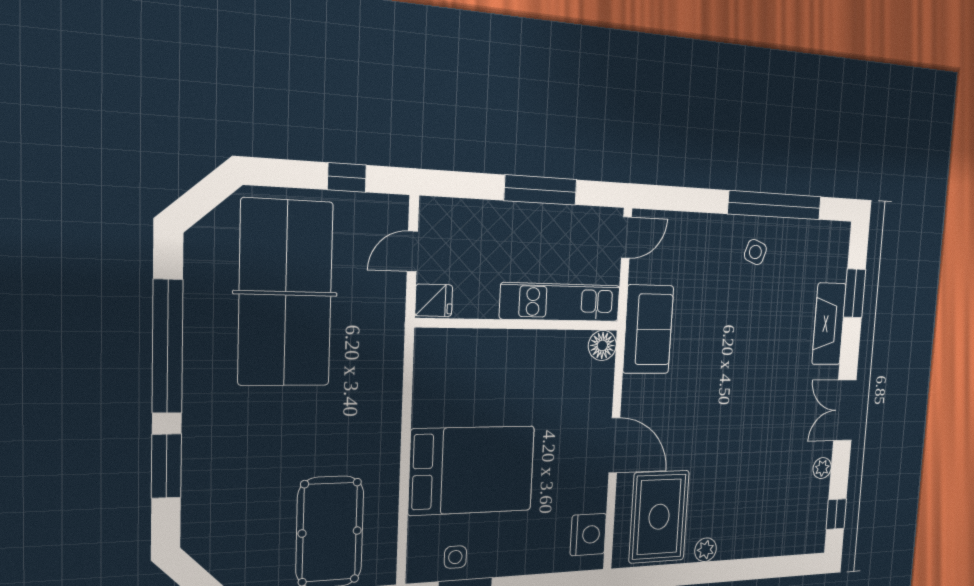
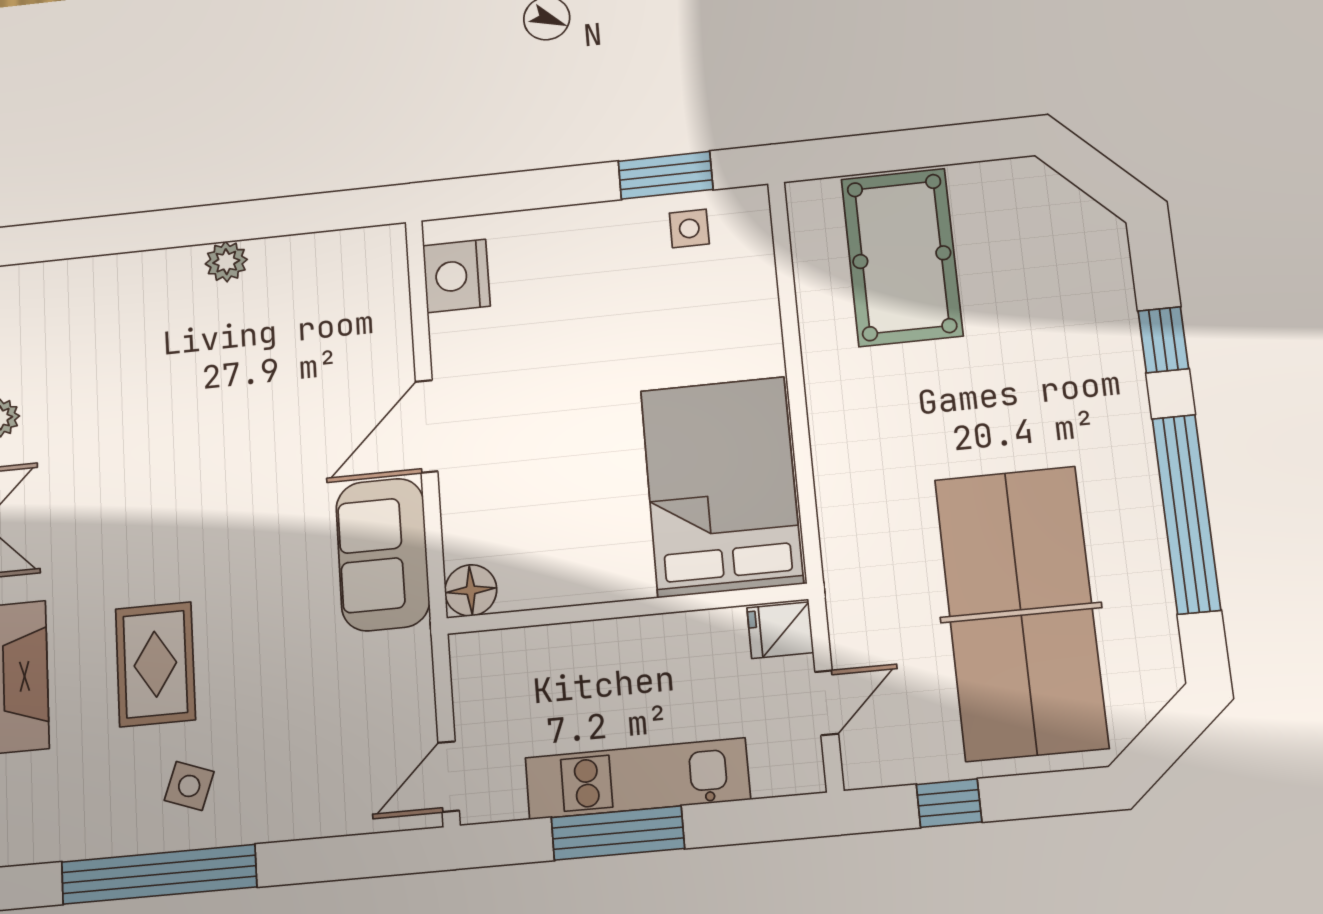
kitchen unit: (560, 302) -> (637, 779), moved, turned 180
sofa: (648, 329) -> (383, 554), moved
door: (614, 445) -> (427, 426), hinge flipped
window: (166, 466) -> (1163, 340), width x0.67
bed: (472, 470) -> (721, 487), moved, turned 90
rug: (659, 517) -> (155, 664), moved, width x0.73, depth x0.70

